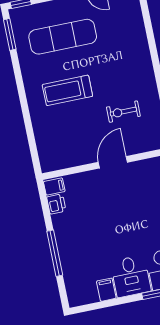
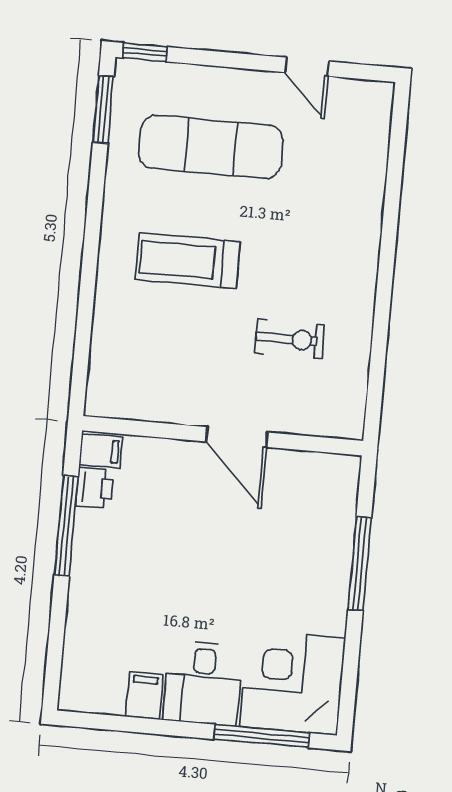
exercise bike: (123, 112) -> (290, 339), turned 180
door: (113, 162) -> (237, 437), swing flipped
window: (55, 253) -> (66, 526), moved

